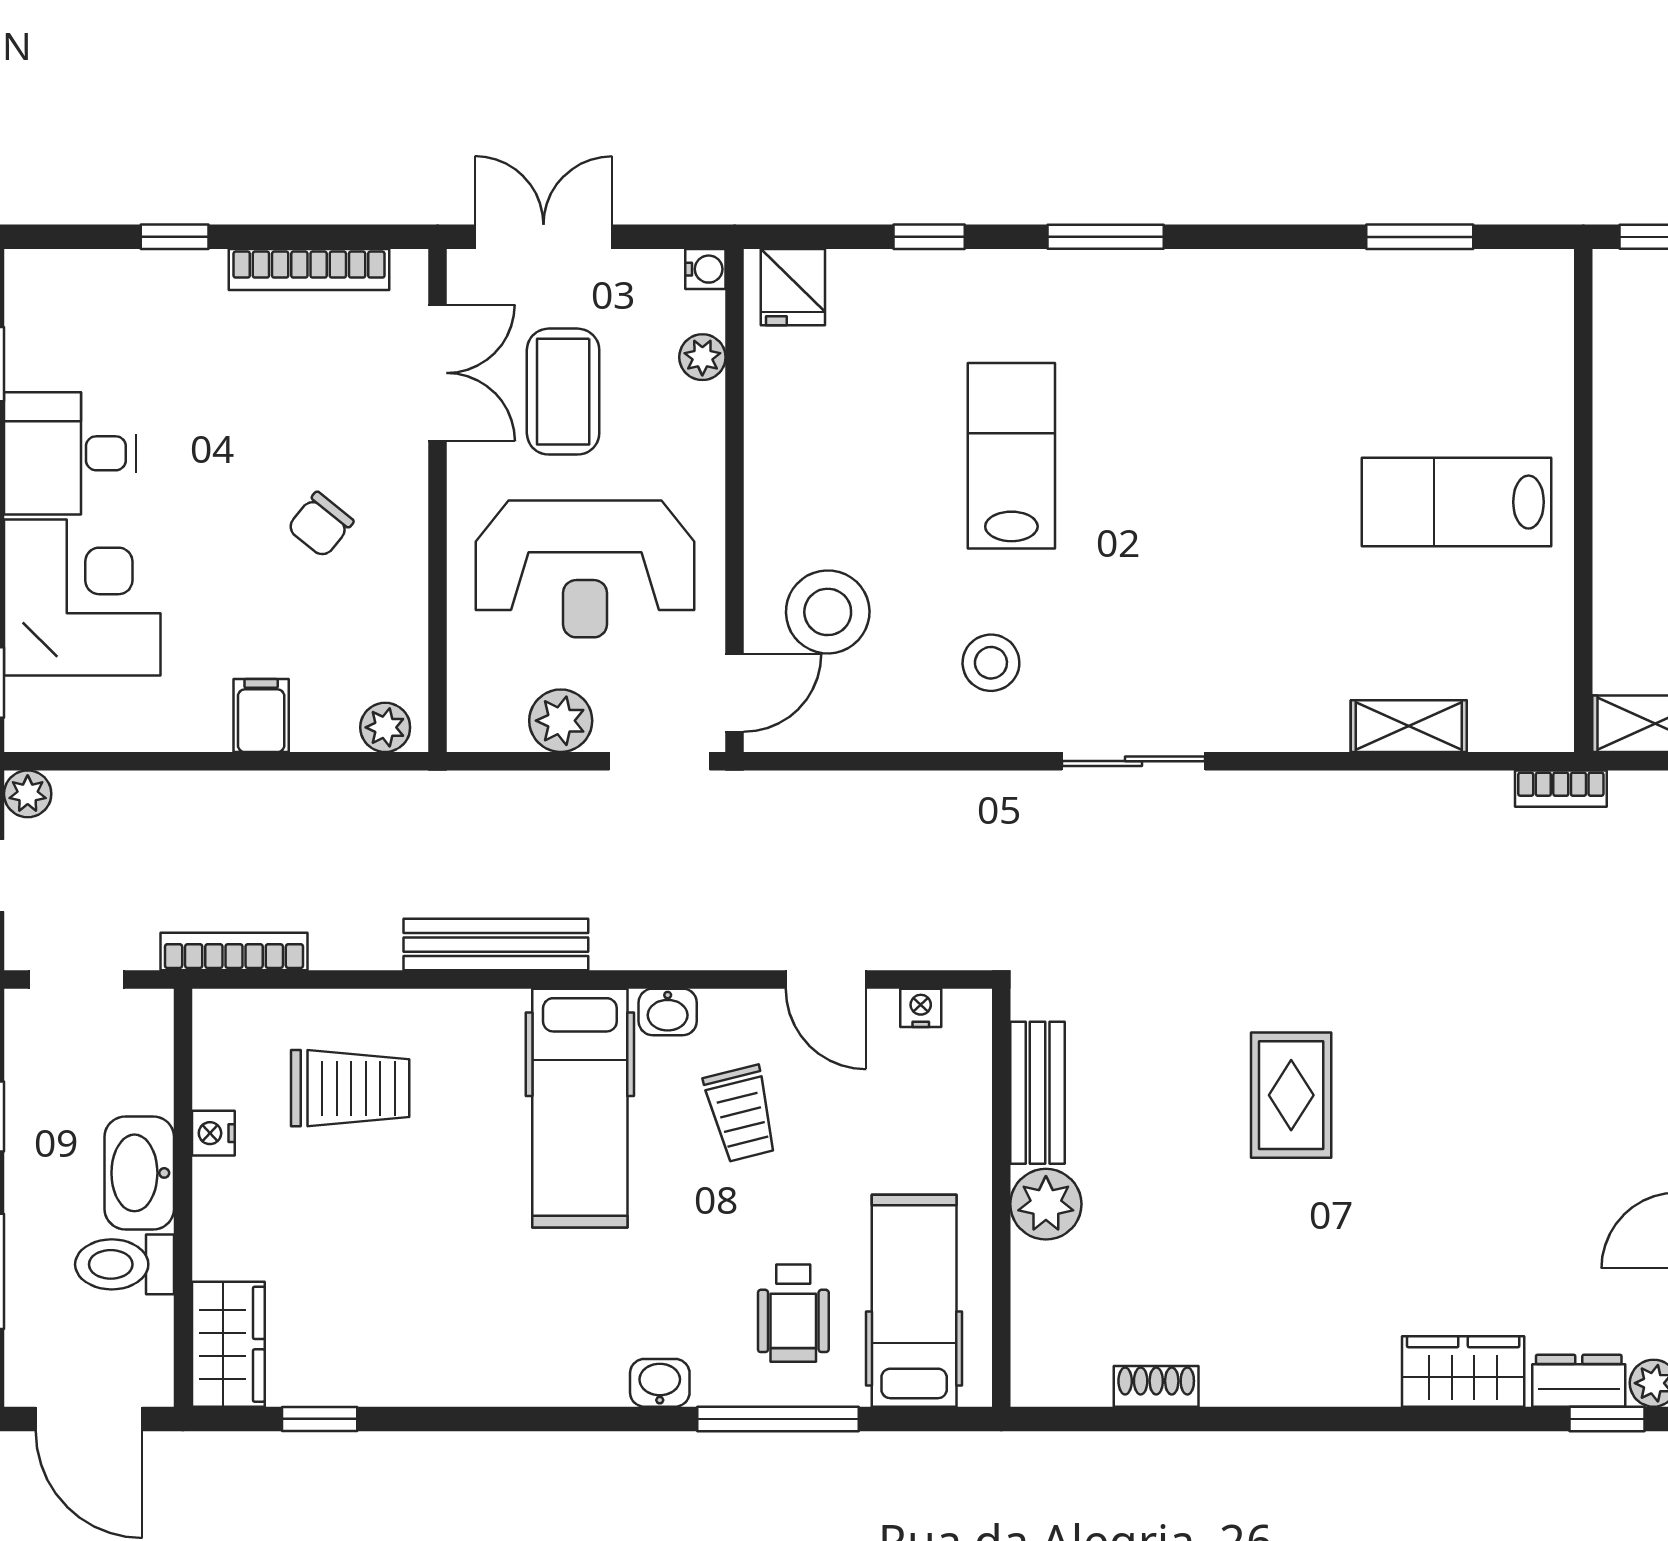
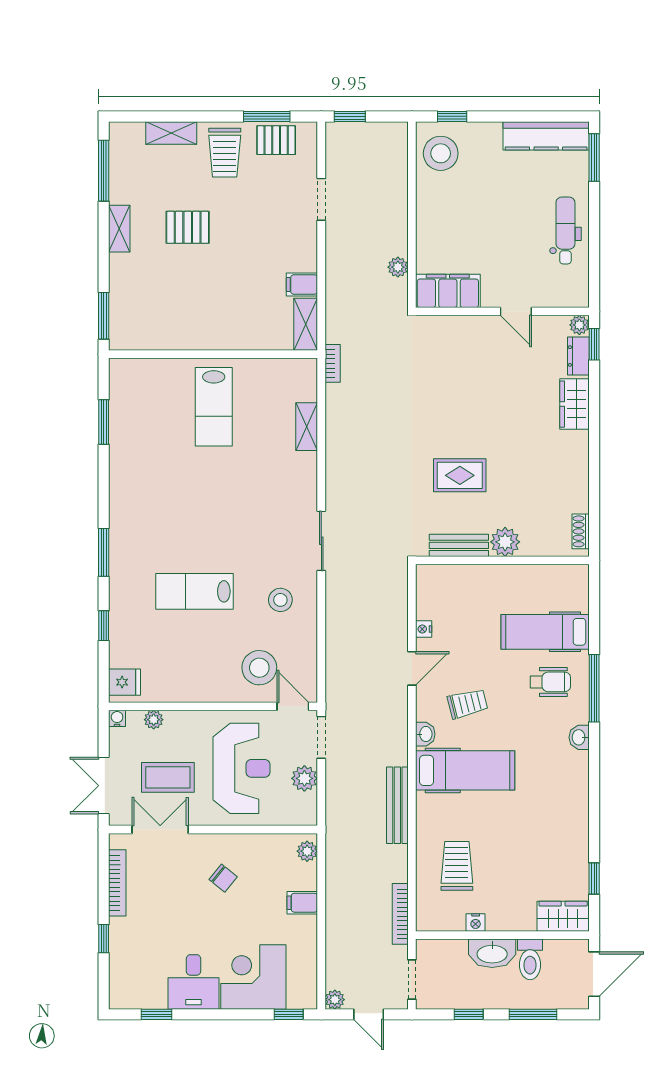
bench: (1038, 1093) -> (459, 545), moved
wall: (1001, 1198) -> (502, 560), moved
plant: (1046, 1204) -> (505, 542), moved

